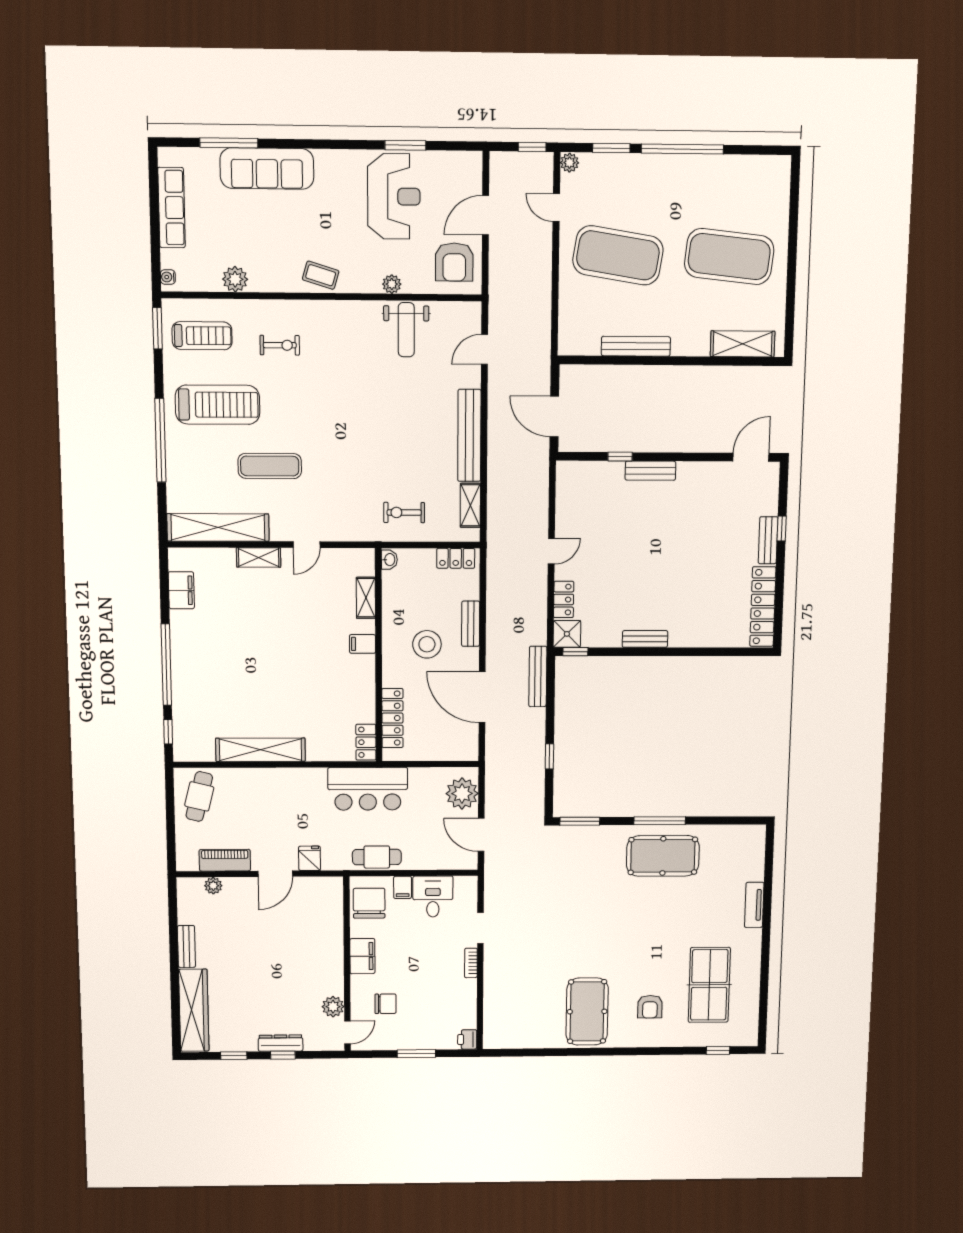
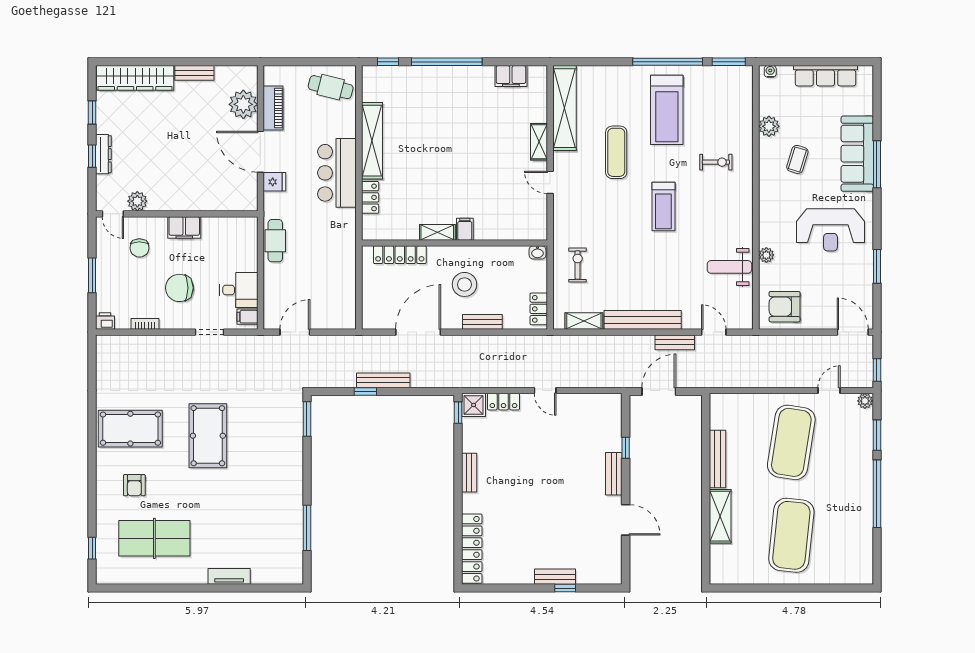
window: (229, 143) -> (877, 164), moved
reception desk: (394, 196) -> (830, 230), moved
door: (486, 215) -> (853, 332), moved
coffee table: (321, 275) -> (797, 159), moved
treadmill: (202, 336) -> (663, 206), moved
shelving: (743, 344) -> (720, 516), moved
exercise bike: (280, 345) -> (716, 162), turned -90
bench: (496, 397) -> (675, 342), added
window: (160, 440) -> (668, 62), moved
door: (751, 457) -> (626, 520), moved
shelving: (366, 598) -> (437, 232), moved
locker: (763, 607) -> (472, 549), moved, turned 90
bench: (538, 676) -> (383, 380), moved
locker: (366, 742) -> (370, 197), moved, turned 90
bar counter: (368, 789) -> (337, 173), moved
plant: (462, 793) -> (332, 315), removed
window: (660, 821) -> (307, 528), moved
pool table: (663, 856) -> (208, 436), moved
door: (275, 874) -> (260, 152), width x1.36
plant: (213, 886) -> (243, 104), width x1.87, depth x1.87
filing cabinet: (403, 887) -> (247, 317), moved
chair: (369, 903) -> (179, 288), moved, turned 180
bookcase: (471, 963) -> (145, 324), moved
armchair: (650, 1007) -> (134, 485), turned -90

